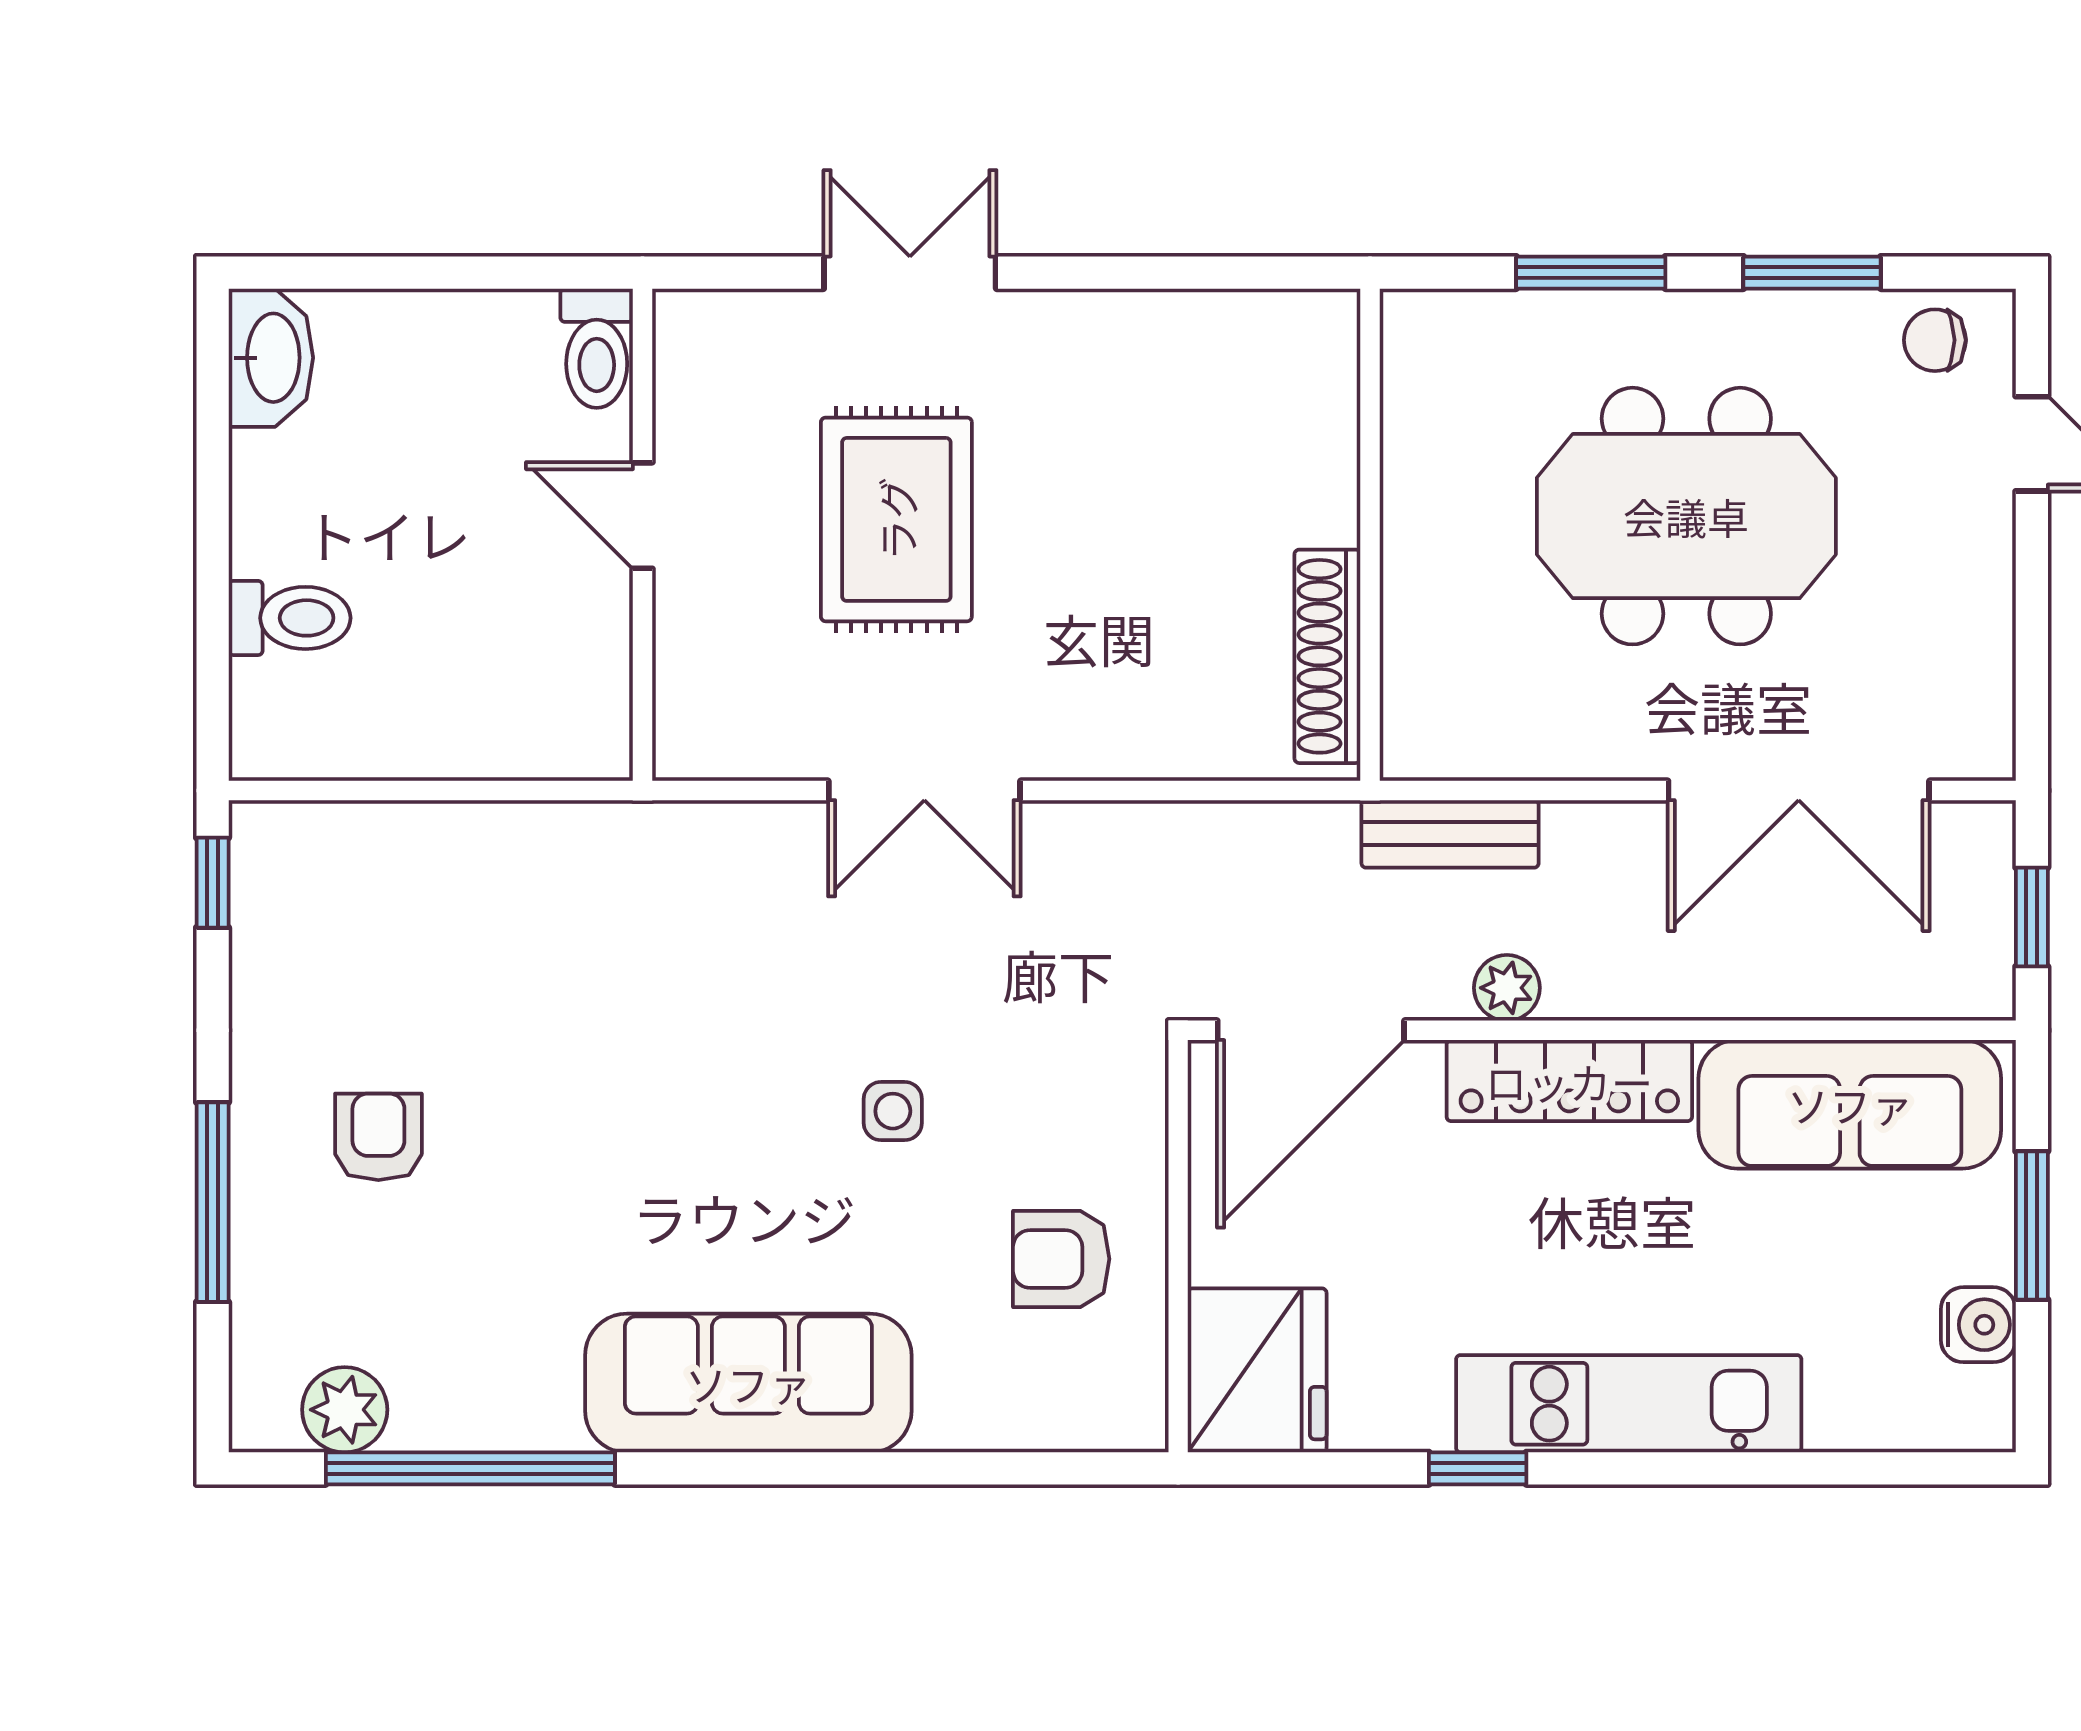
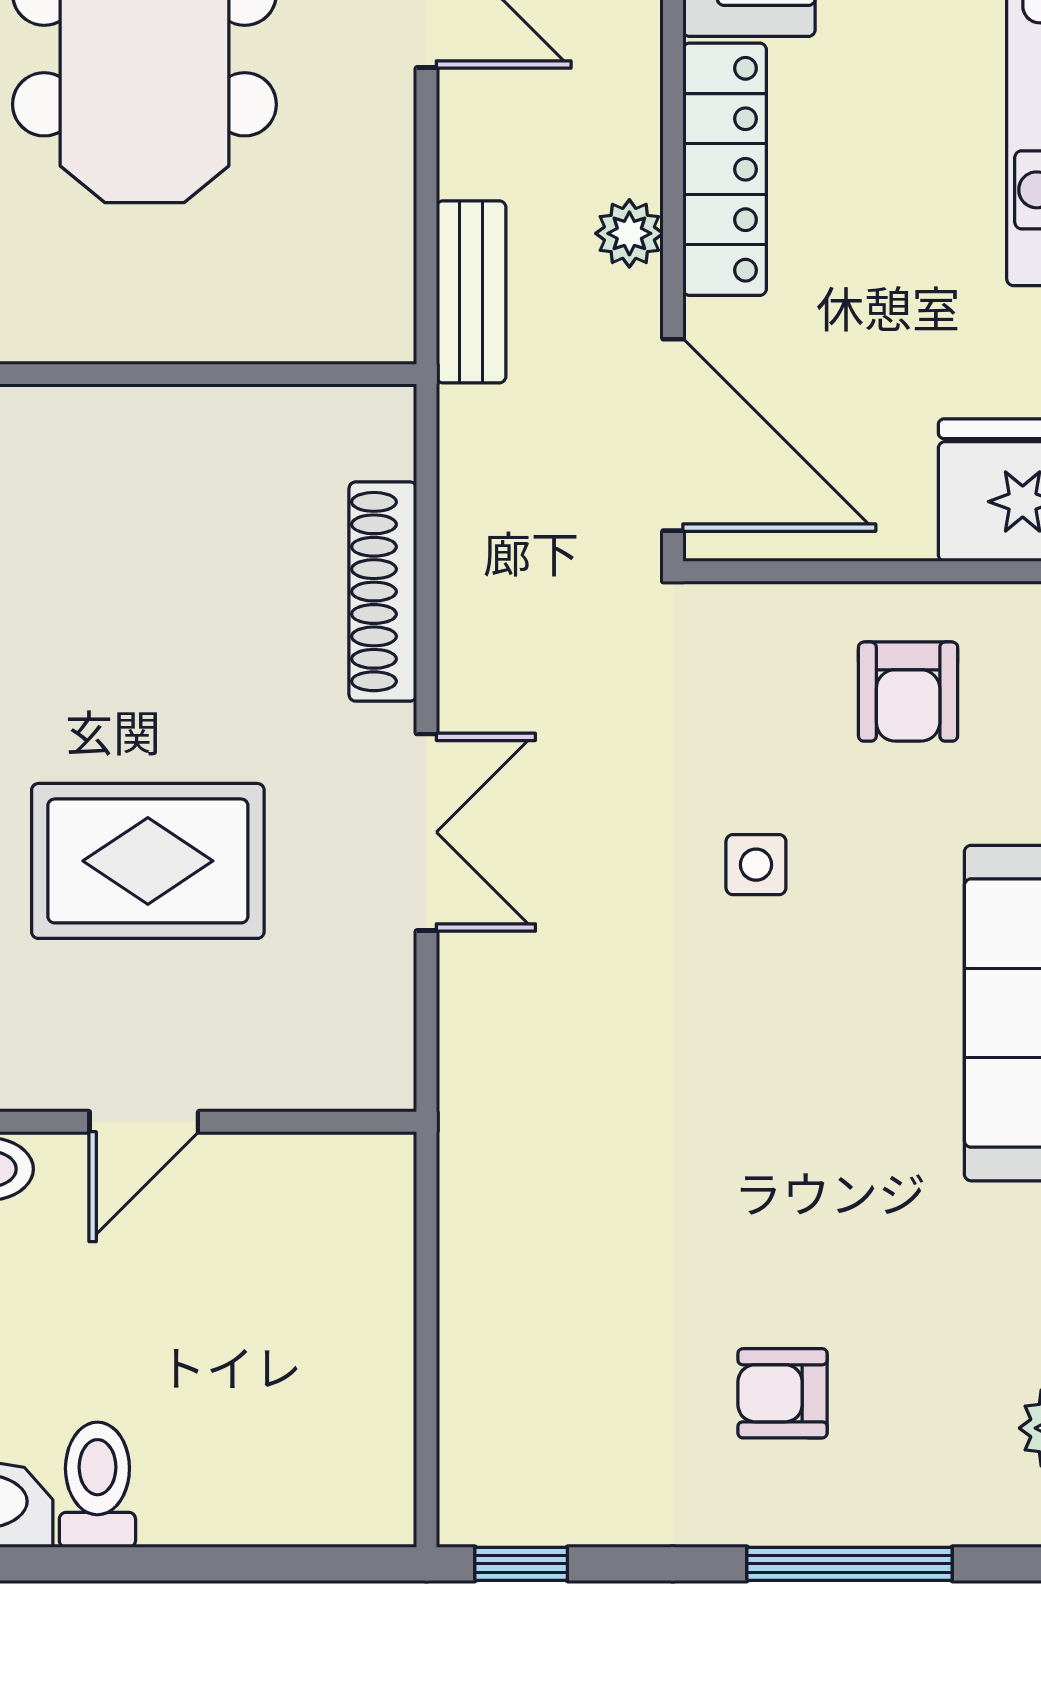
toilet: (290, 618) -> (97, 1485), moved
shoe rack: (1327, 656) -> (383, 592), moved, turned 90

